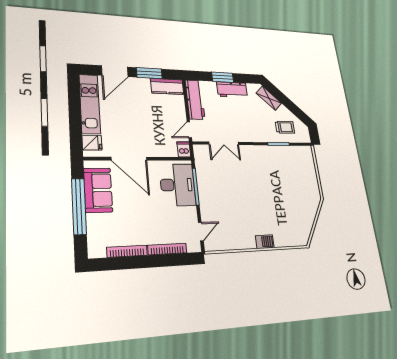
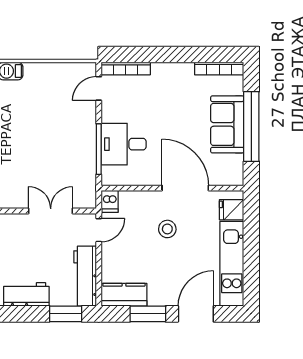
window: (223, 77) -> (66, 314), moved
stool: (140, 130) -> (167, 229), added
desk: (178, 185) -> (124, 144), width x0.73
sofa: (98, 190) -> (227, 124), moved
bookcase: (167, 249) -> (126, 69), moved
bookcase: (127, 251) -> (219, 69), moved

